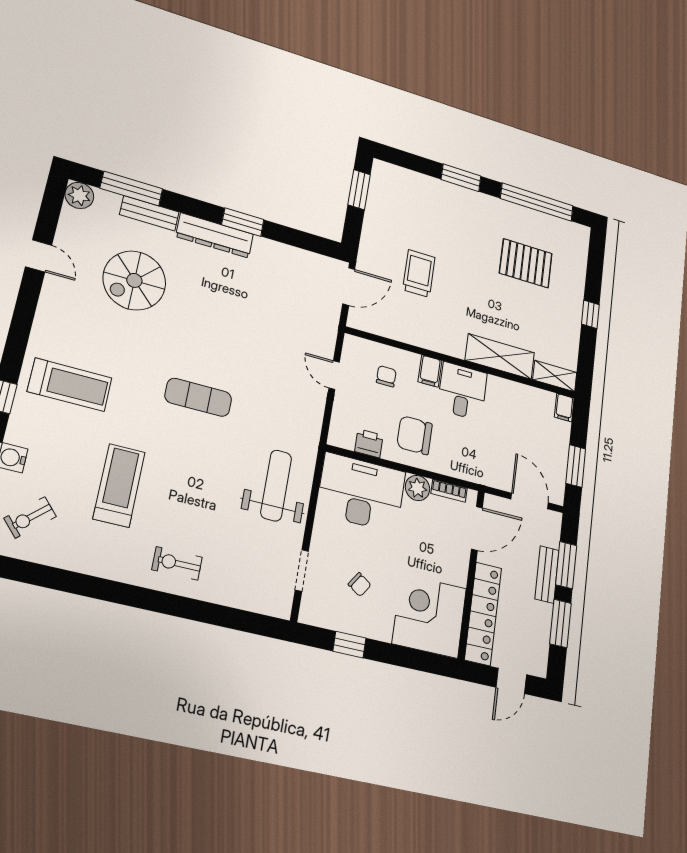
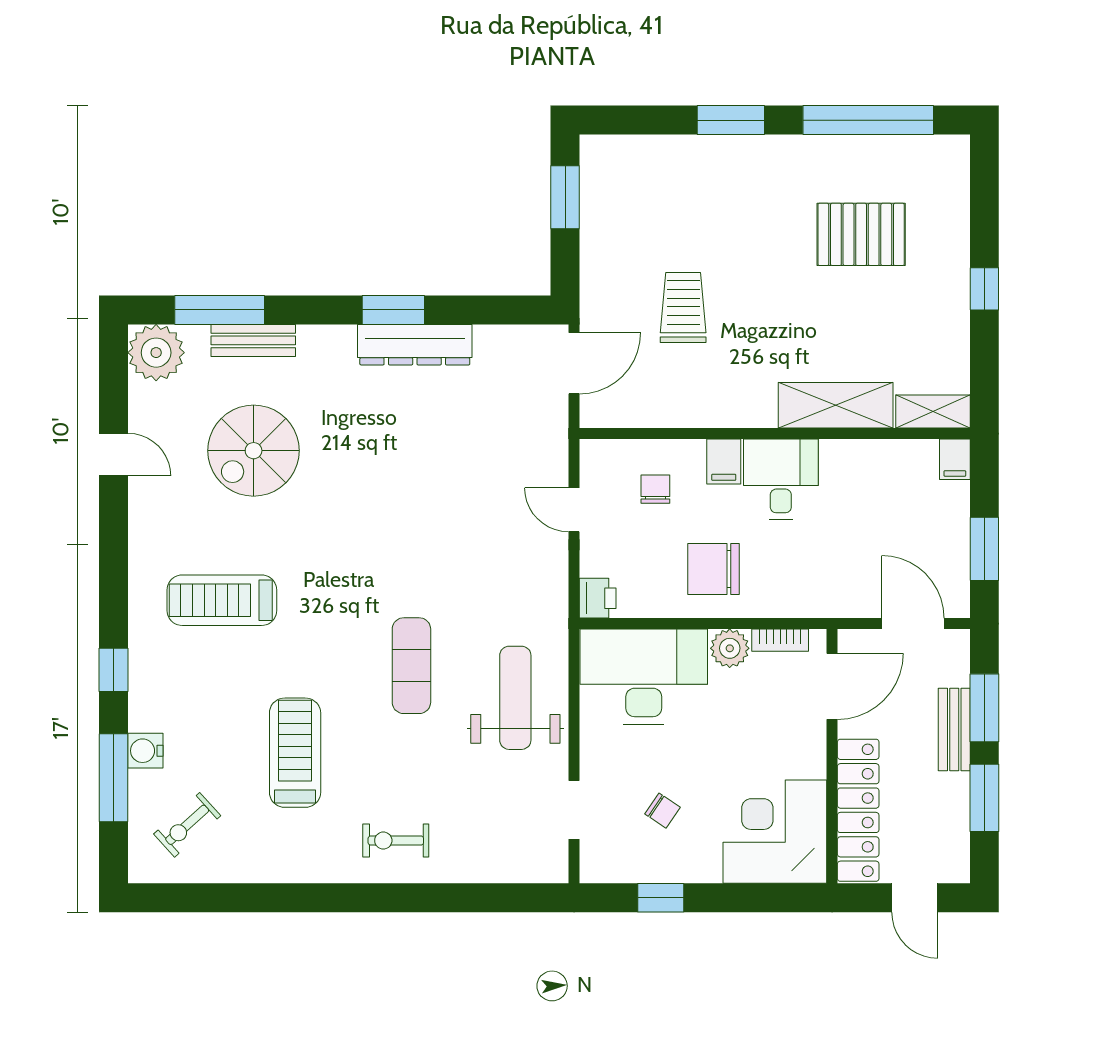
plant: (79, 195) -> (156, 353), width x1.36, depth x1.36
dresser: (215, 235) -> (415, 345), moved
treadmill: (70, 385) -> (222, 600), moved, turned 180
exercise mat: (198, 397) -> (411, 666), moved, turned 90
printer: (369, 443) -> (598, 598), moved, turned 90
door: (511, 681) -> (915, 898), hinge flipped

